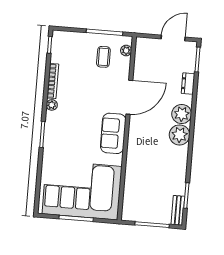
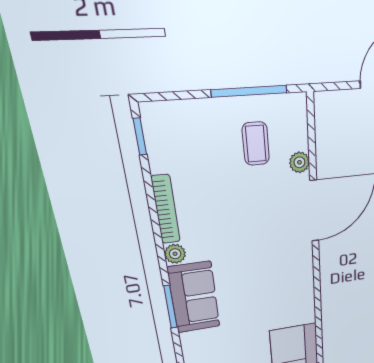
plant: (126, 51) -> (299, 162), moved
sofa: (113, 133) -> (194, 297), moved, turned 180

